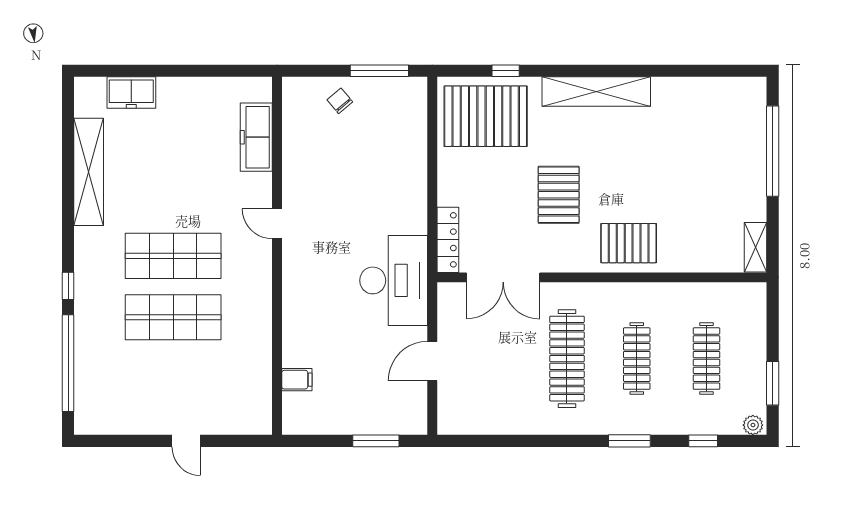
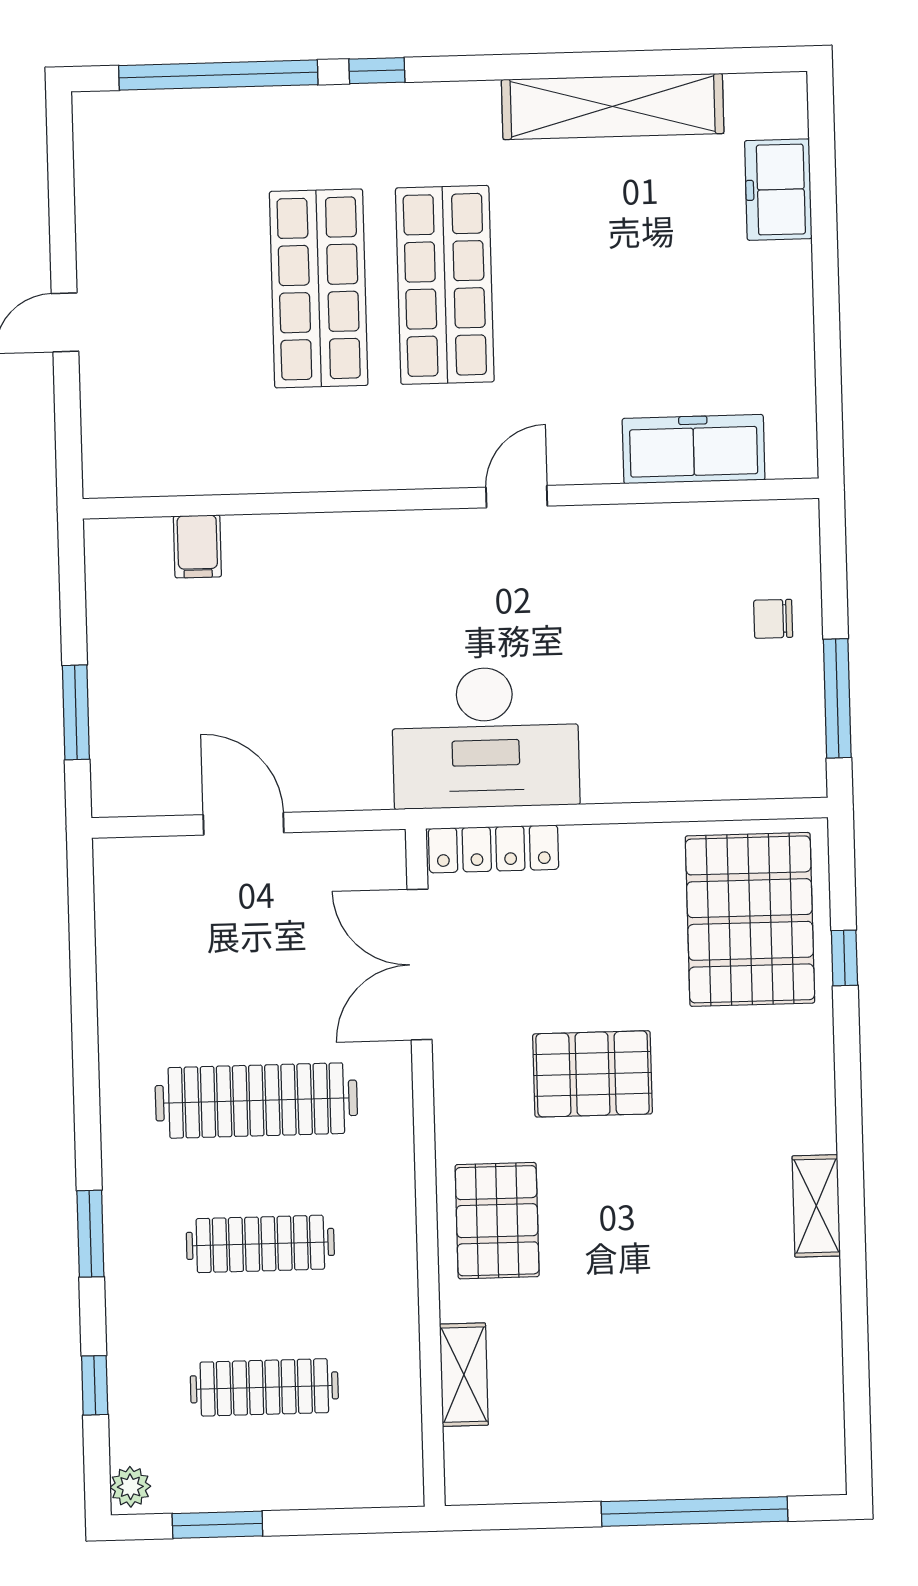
shelving: (596, 91) -> (816, 1206), width x0.45, depth x0.75
chair: (340, 101) -> (773, 619), turned -140
shelving: (755, 247) -> (464, 1375), moved, turned 90
desk: (394, 280) -> (485, 738), moved

